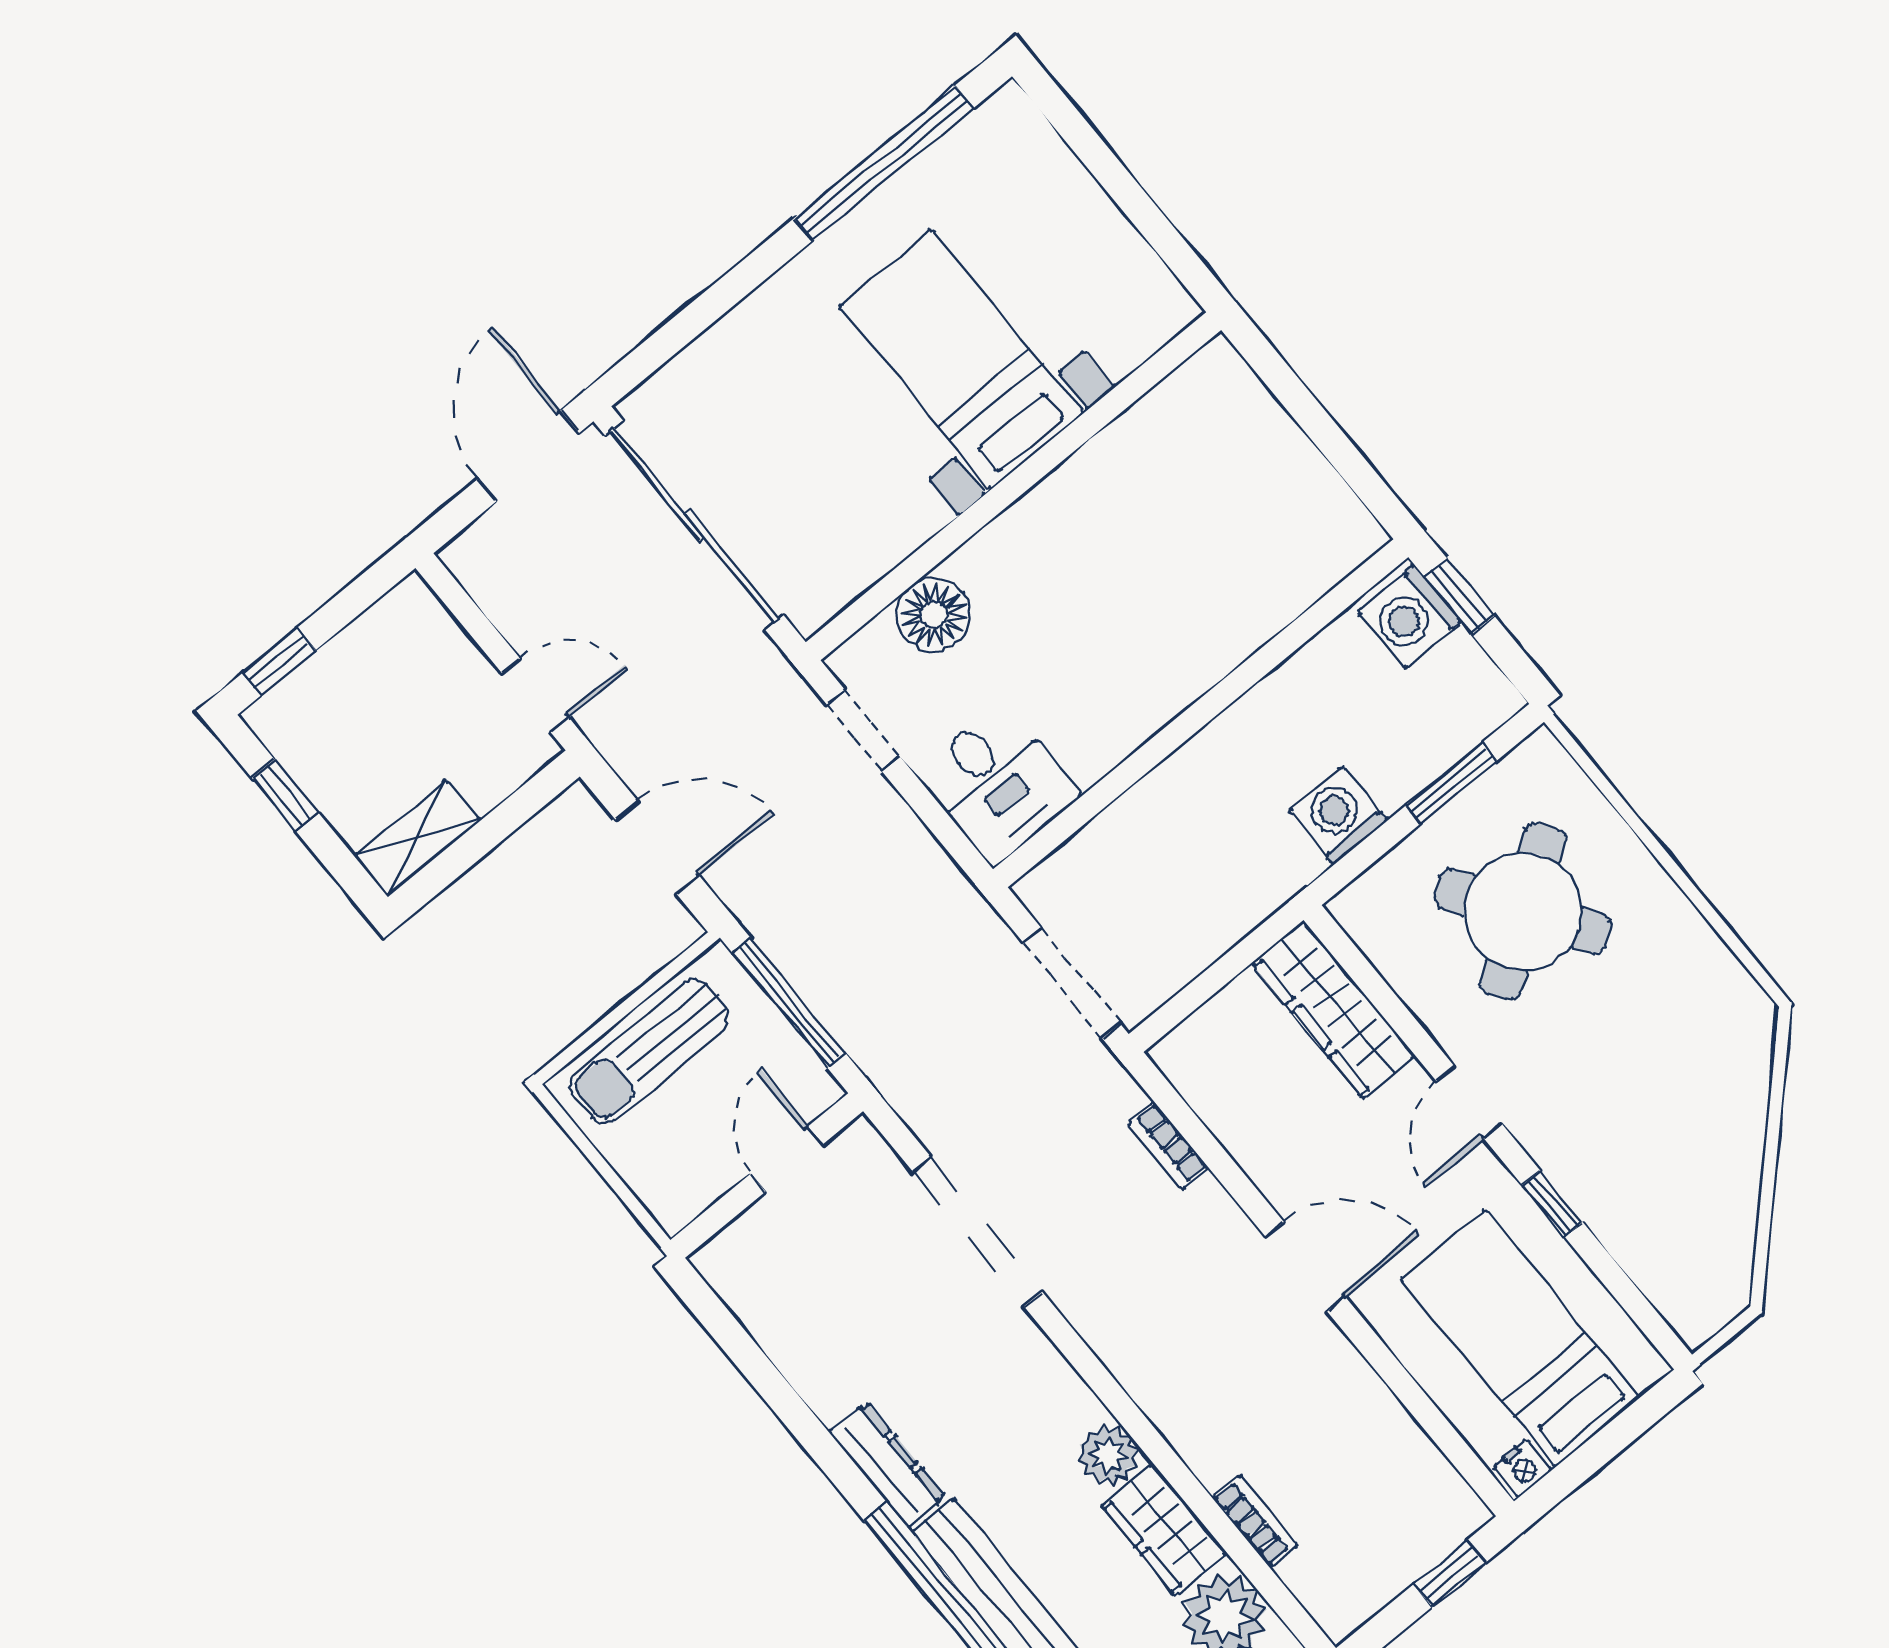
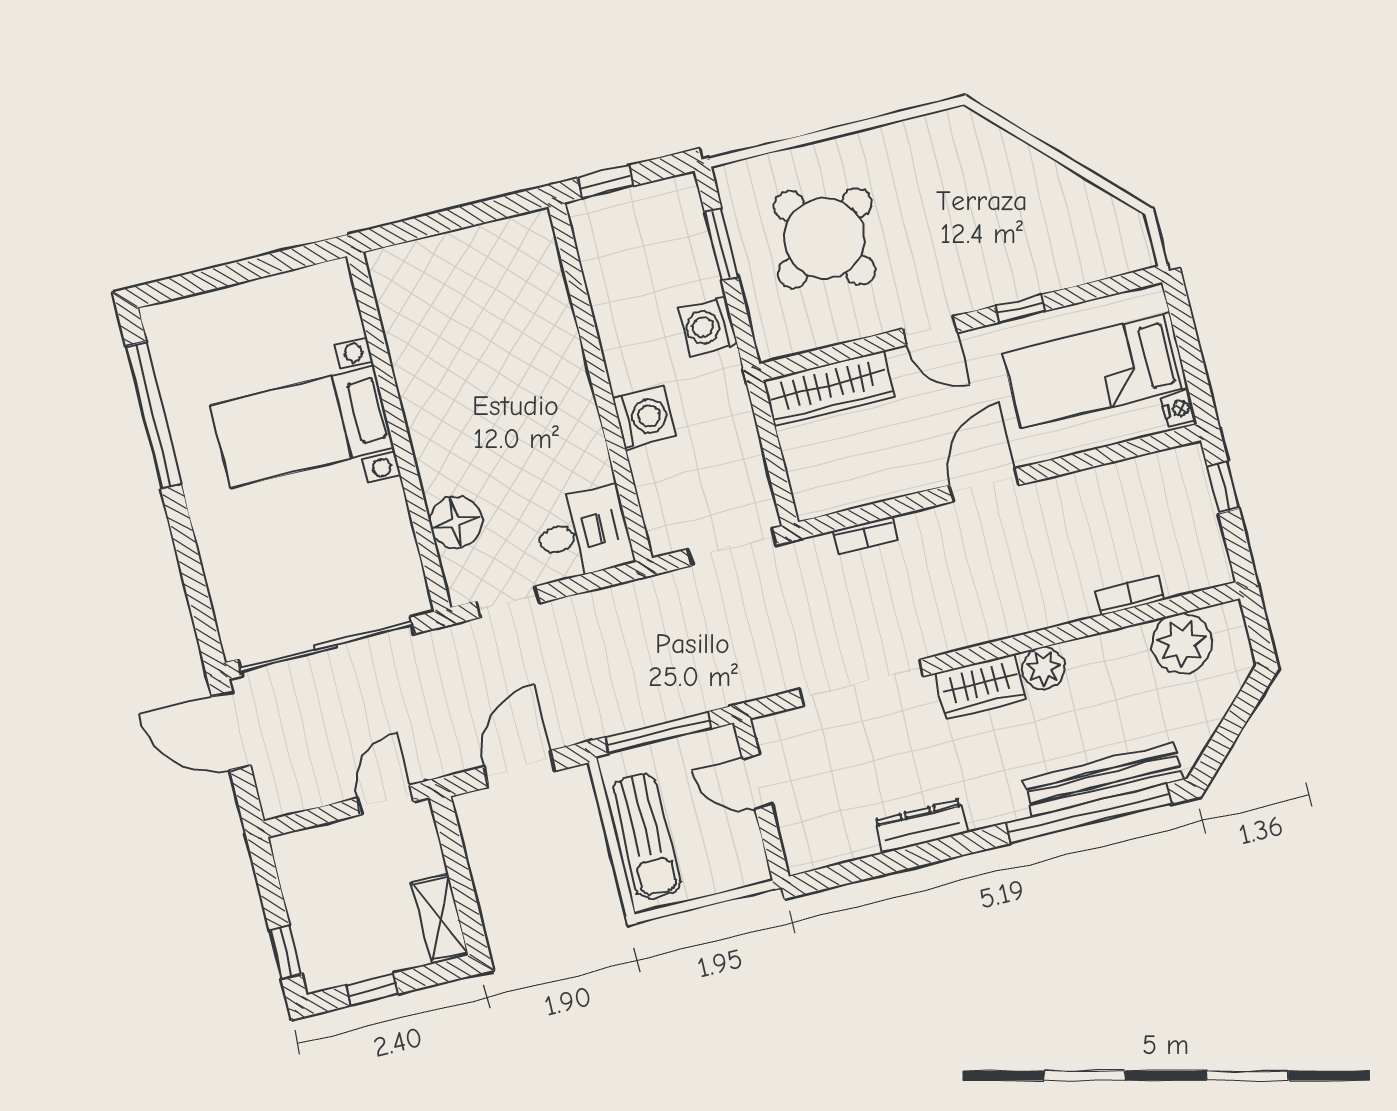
washing machine: (1409, 617) -> (644, 417), moved, turned -90
dresser: (887, 1465) -> (921, 826), moved
wardrobe: (1164, 1529) -> (980, 687), moved

